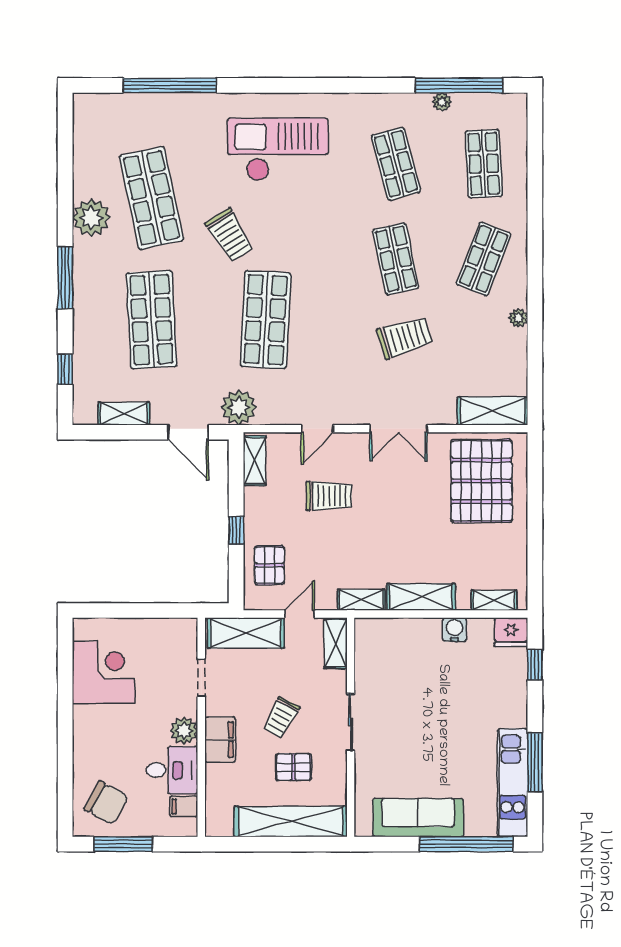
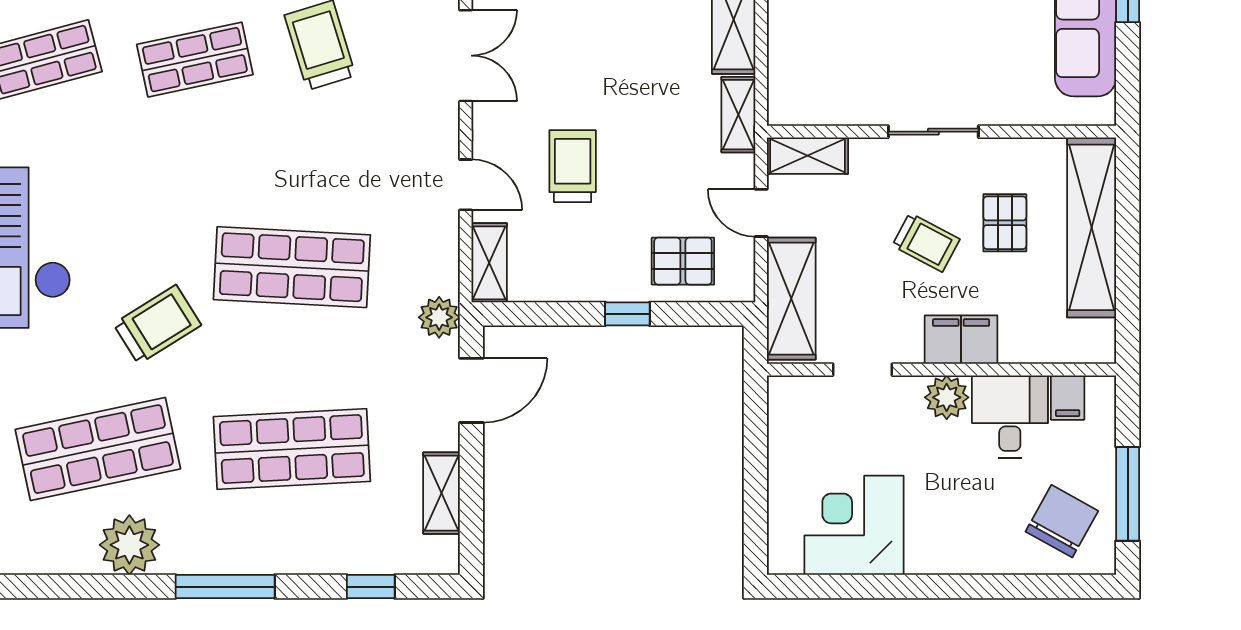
plant: (239, 407) -> (439, 317), width x0.73, depth x0.73
shelving: (255, 461) -> (489, 263), moved, turned 90

